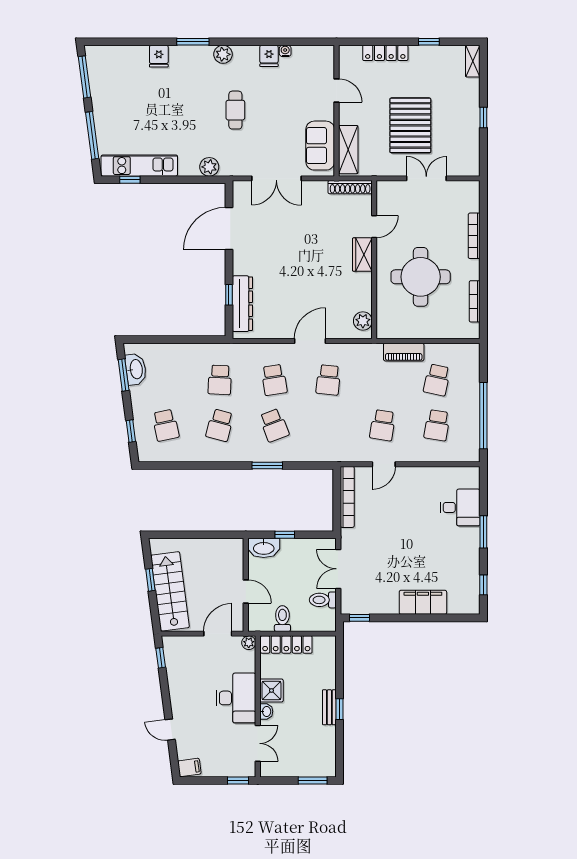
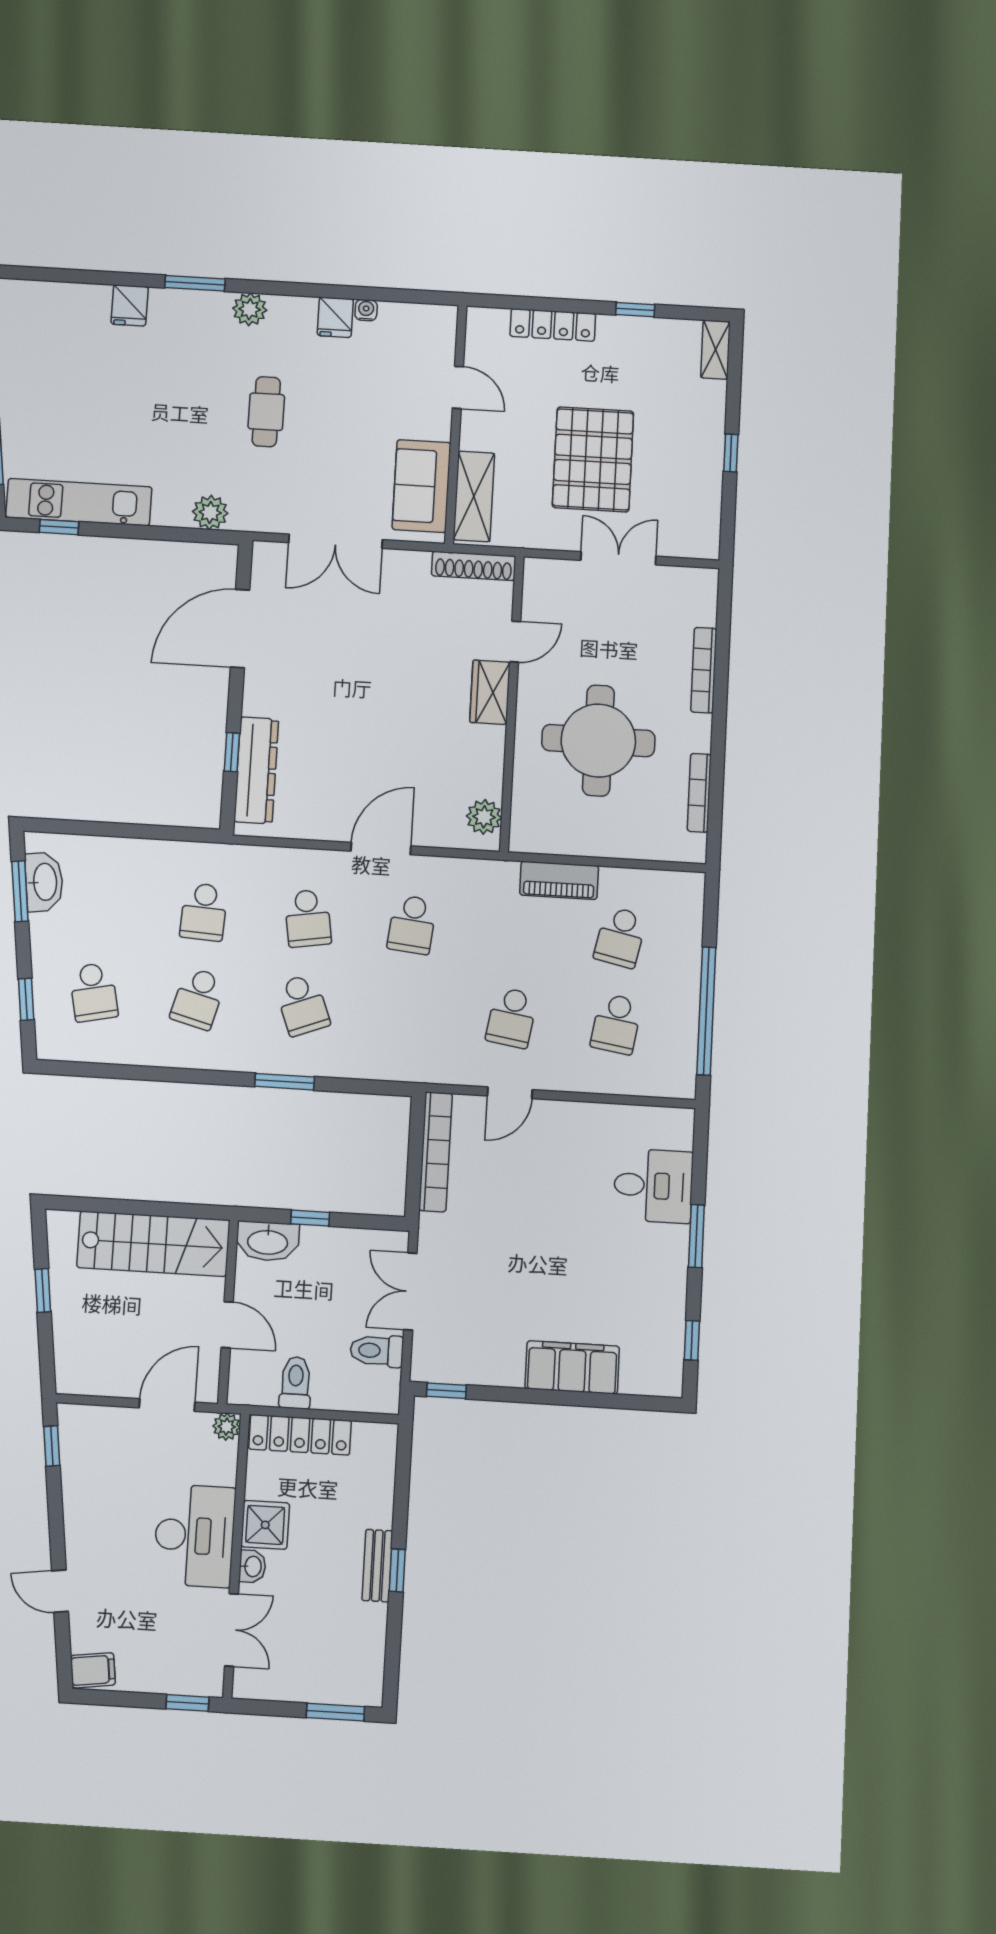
stairs: (170, 591) -> (153, 1244), moved, turned 97

